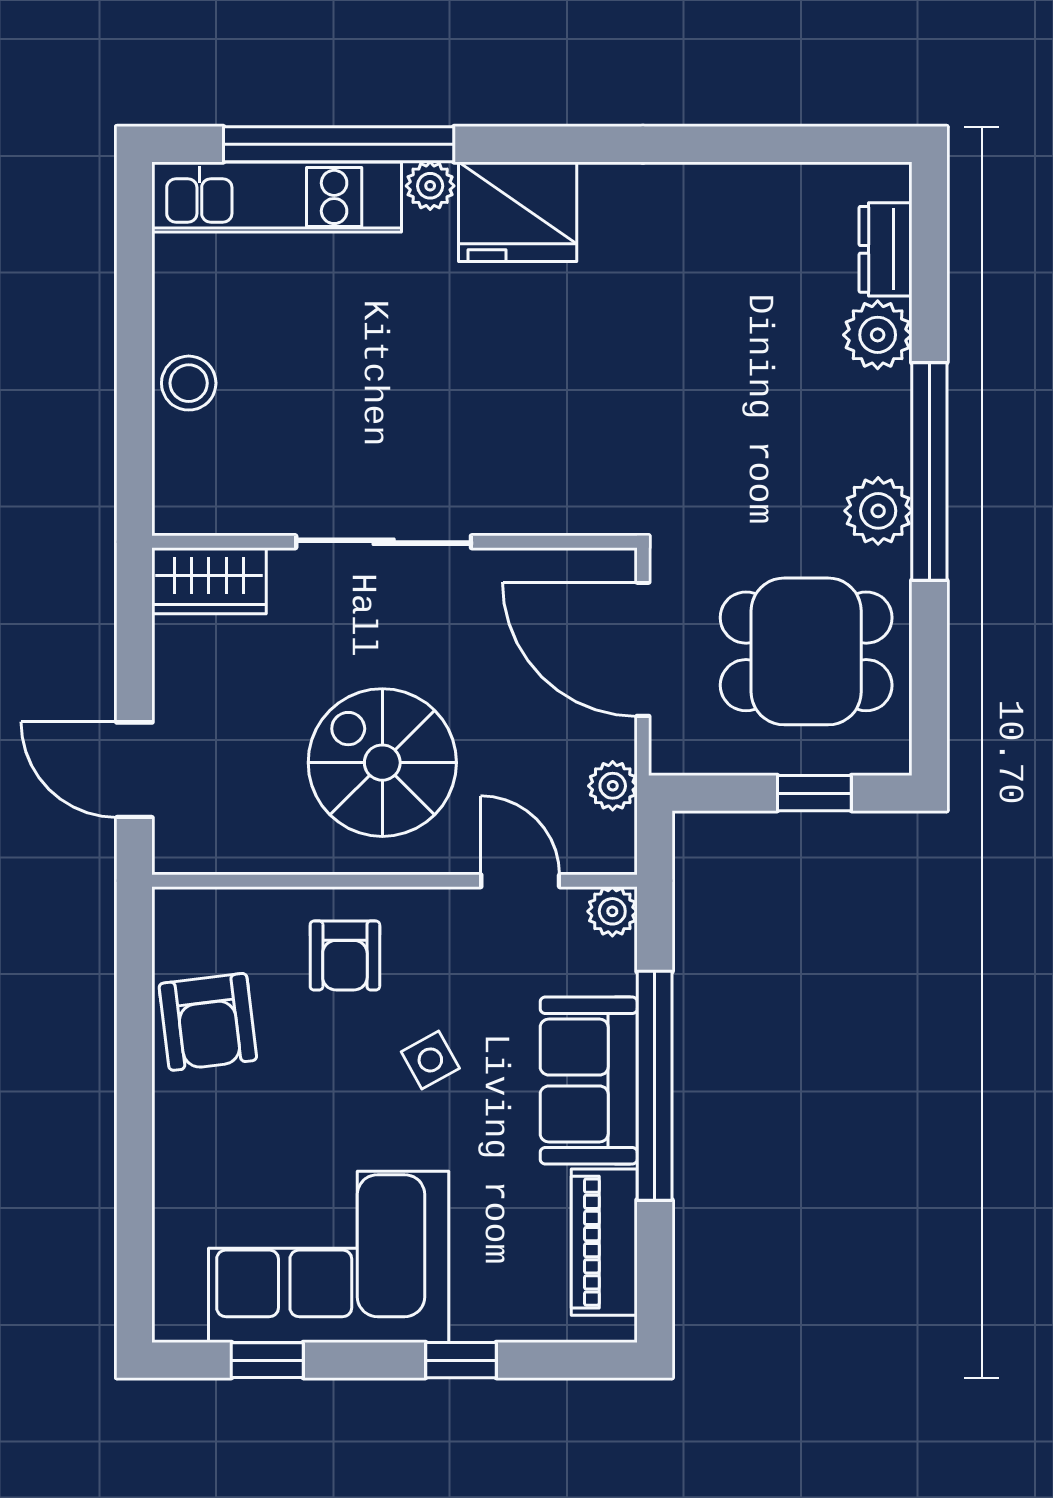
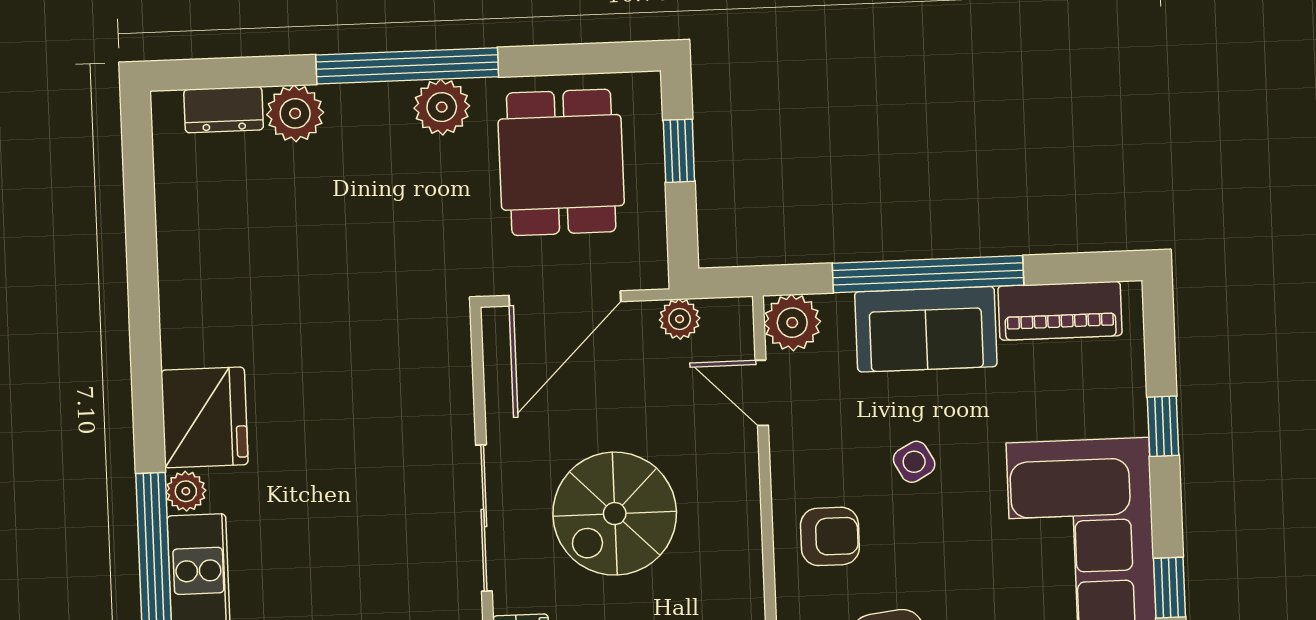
spiral stairs: (382, 763) -> (615, 514), moved
door: (520, 881) -> (762, 393), hinge flipped
plant: (612, 911) -> (792, 323), width x1.38, depth x1.38

